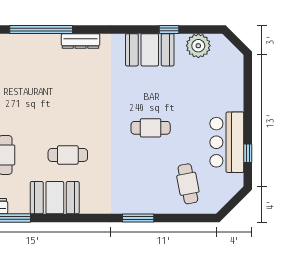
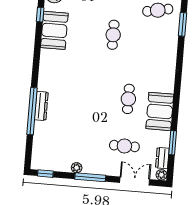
dresser: (81, 41) -> (41, 106), moved
window: (138, 218) -> (183, 24), moved

